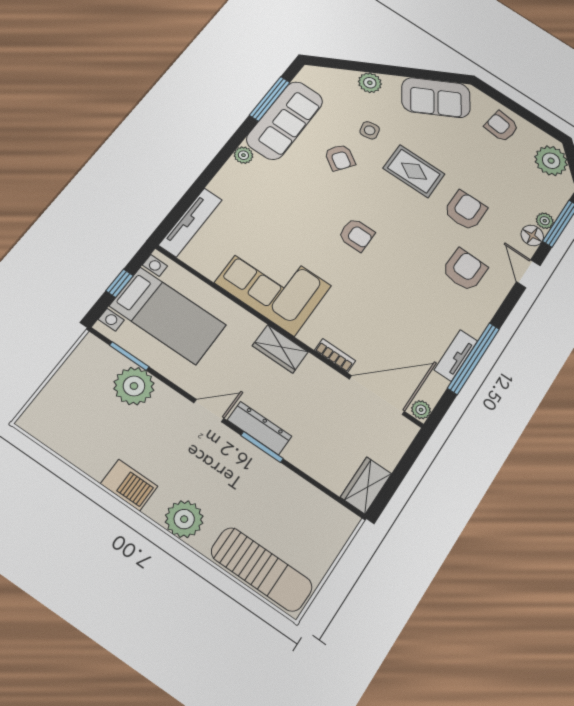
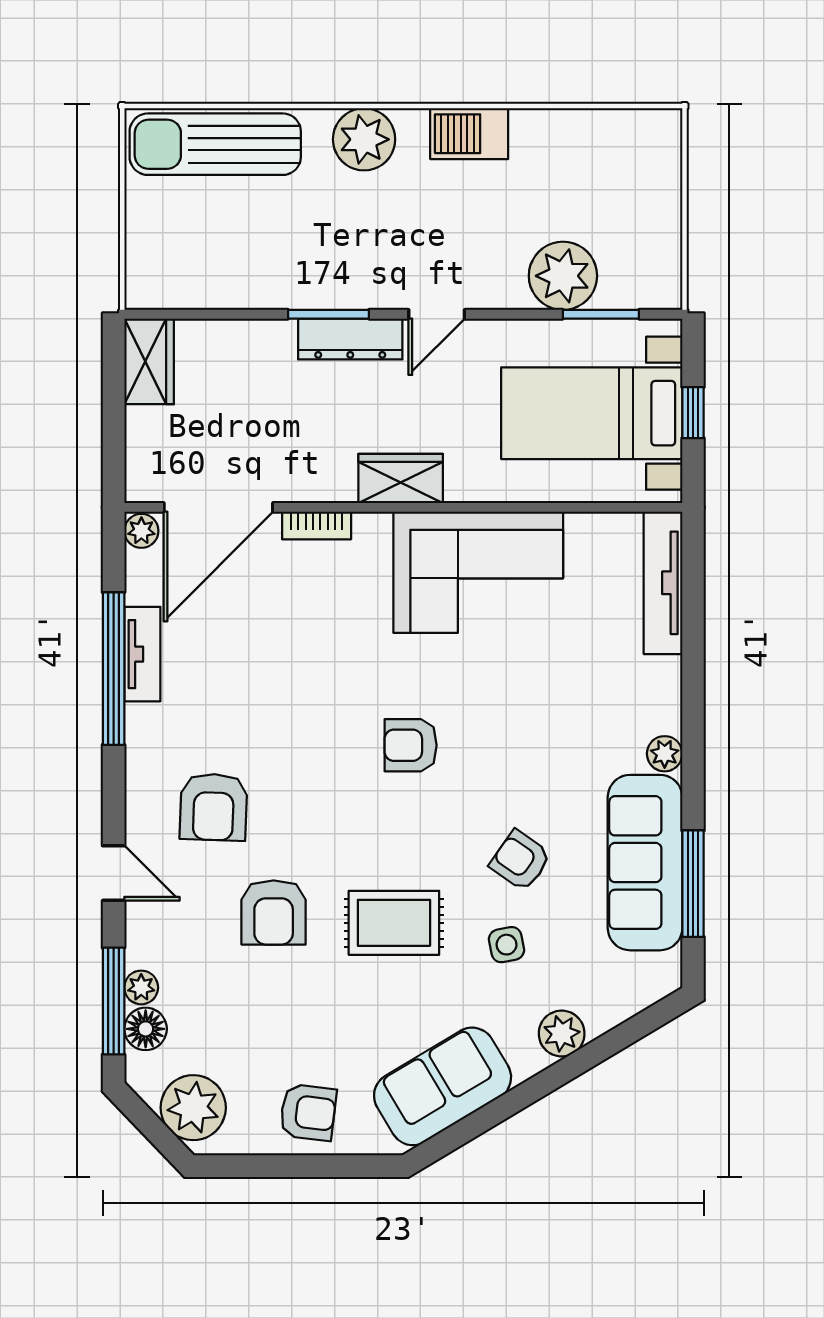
floor lamp: (532, 235) -> (146, 1029), moved

